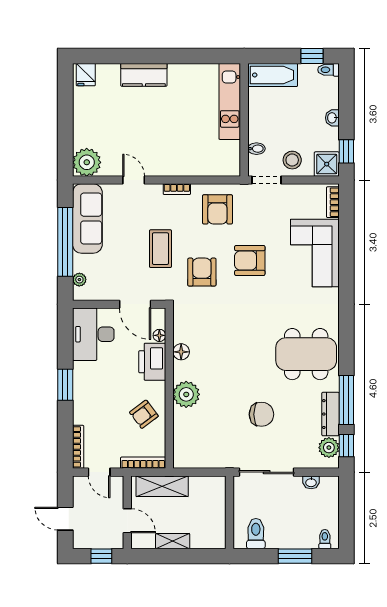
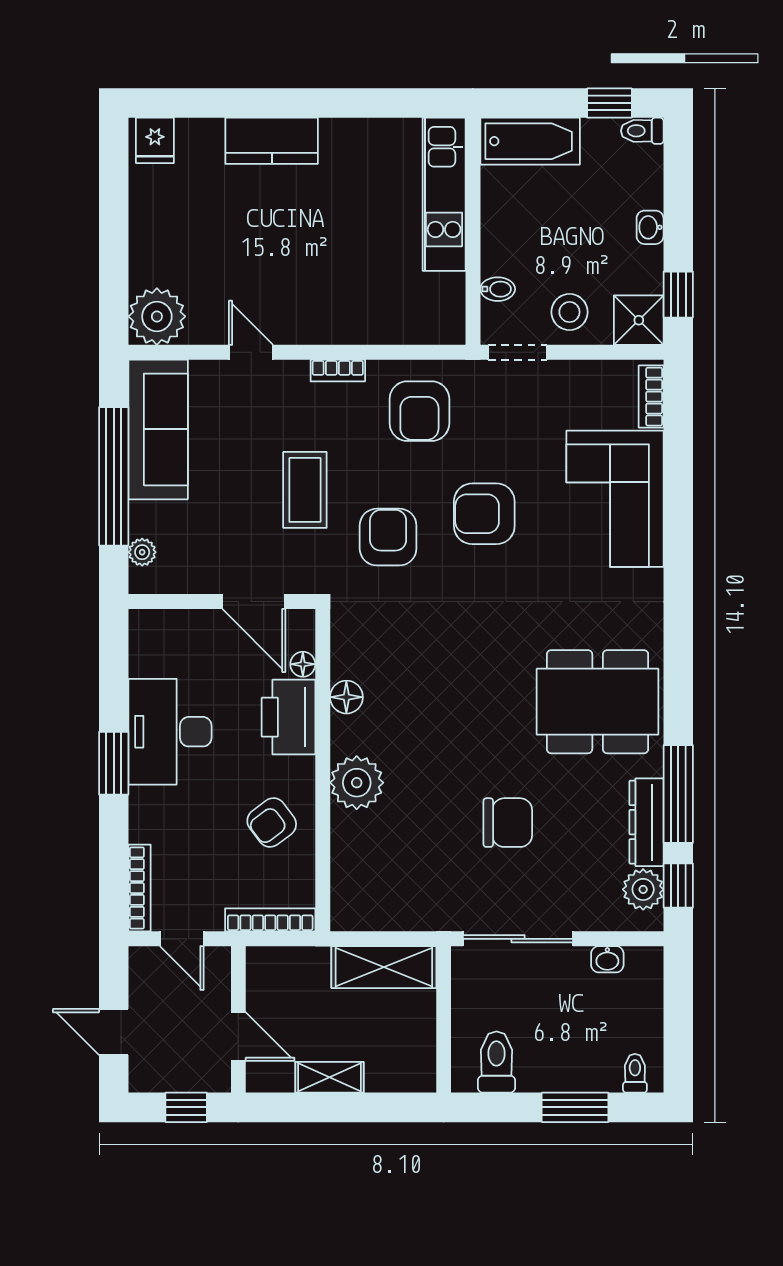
desk: (93, 334) -> (170, 732), moved
shelving: (162, 486) -> (384, 967), moved

